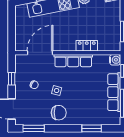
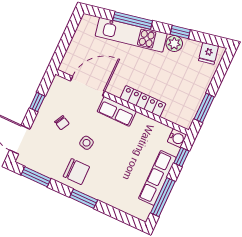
locker: (87, 46) -> (143, 101), width x1.53
row of seats: (73, 61) -> (117, 111), width x0.68
window: (92, 128) -> (84, 199), moved

